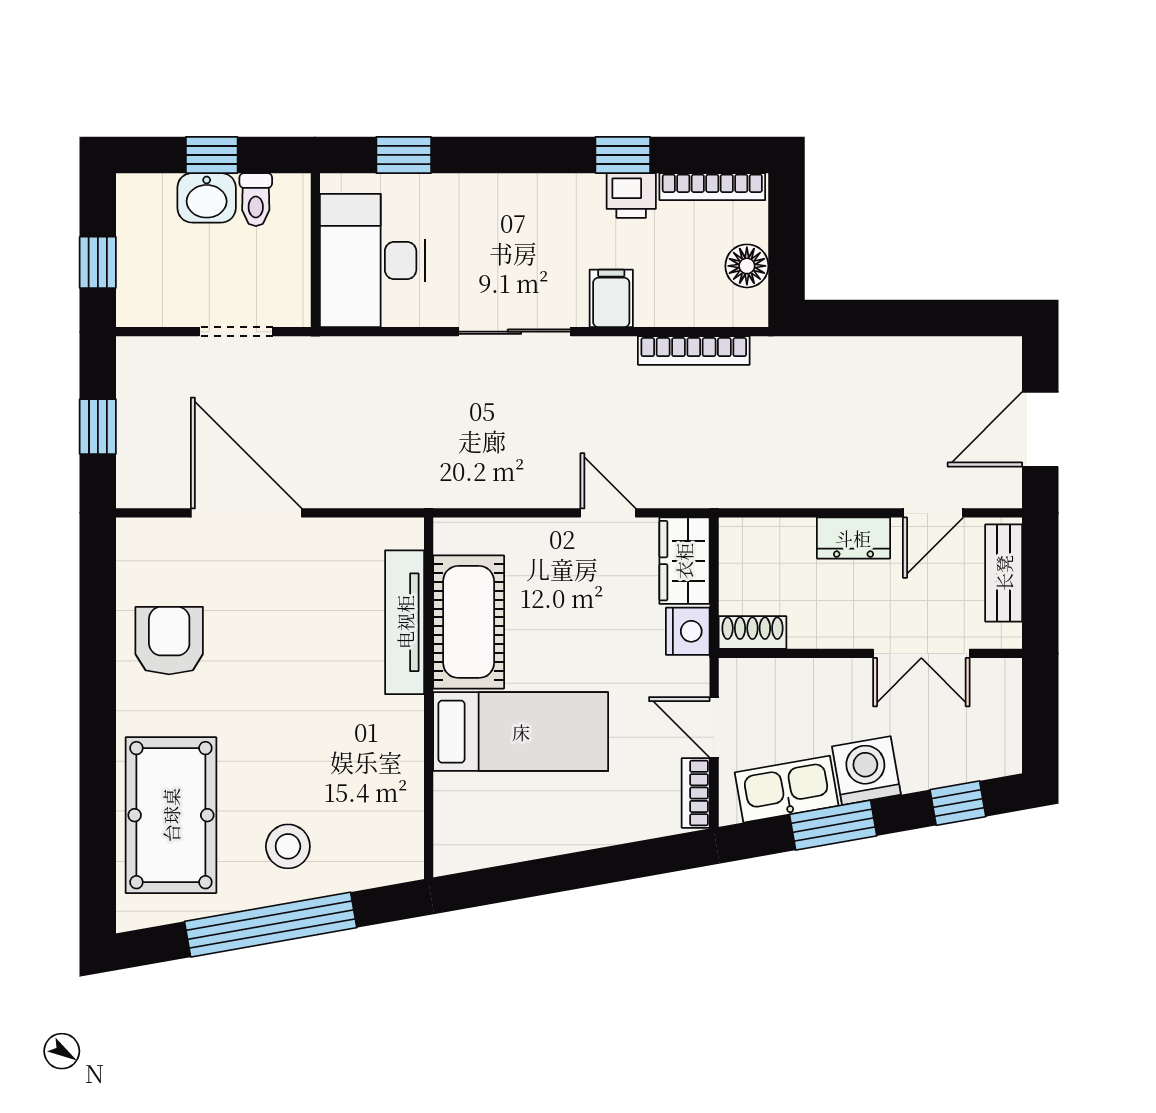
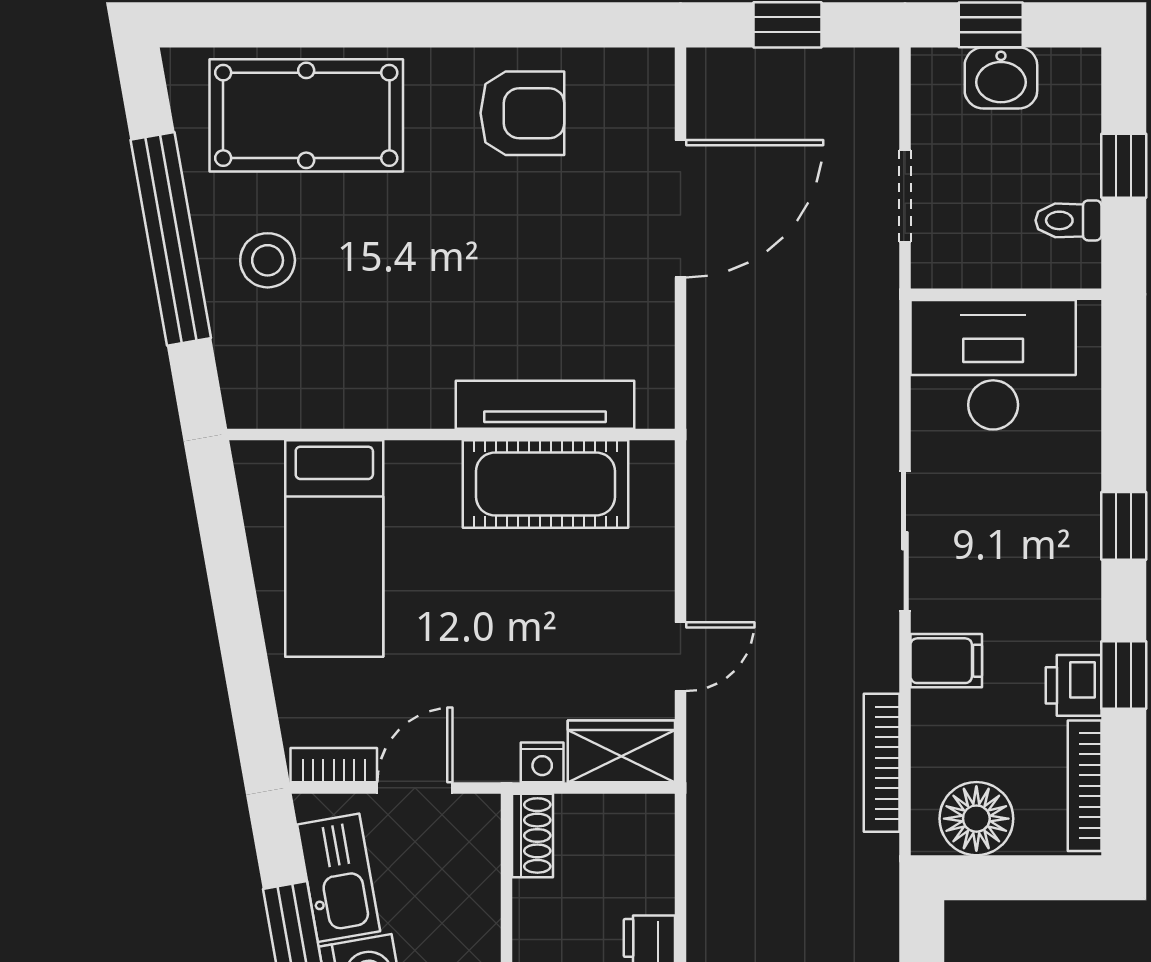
window: (404, 155) -> (1124, 526), moved
washbasin: (207, 198) -> (1001, 78), moved, turned -90
floor lamp: (747, 266) -> (976, 819), width x1.38, depth x1.38
nightstand: (688, 631) -> (542, 762), width x0.72, depth x0.74
bed: (521, 732) -> (334, 548), moved

